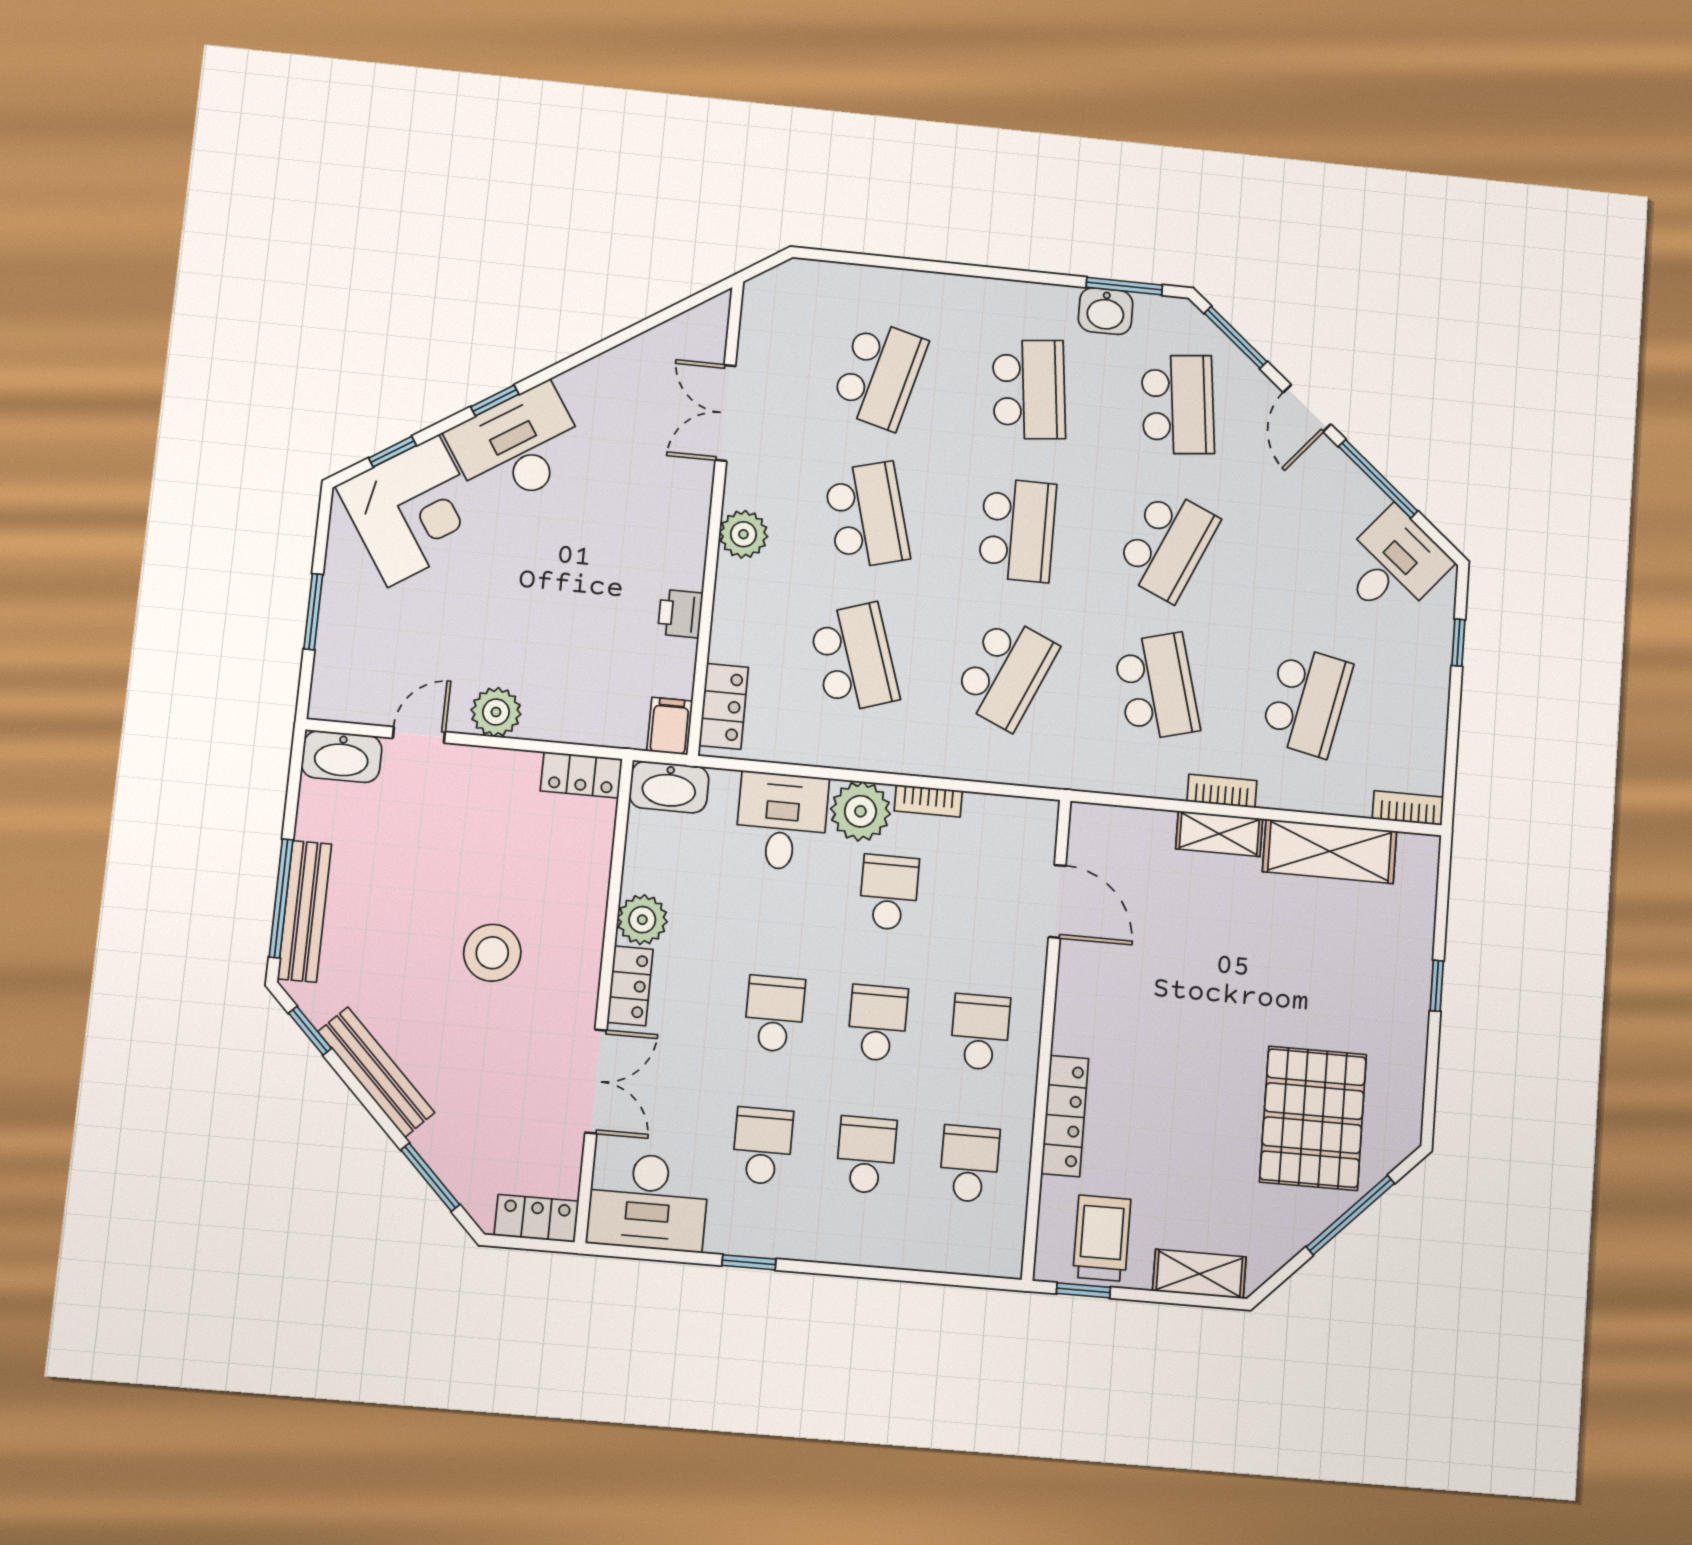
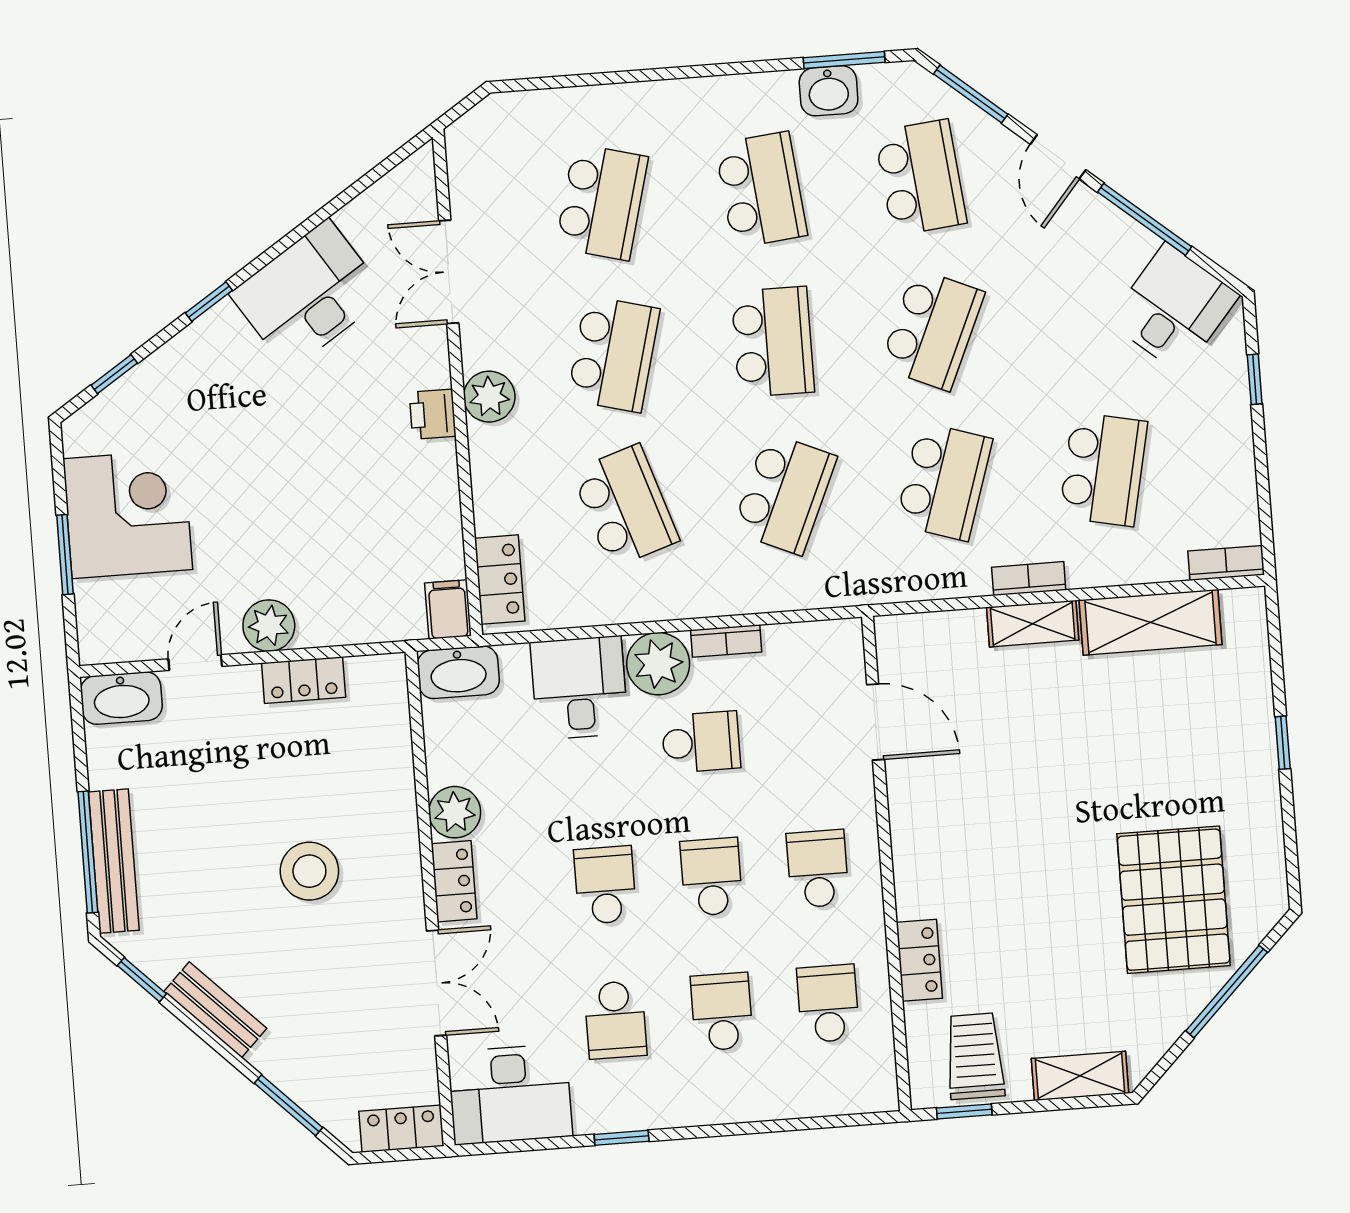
desk: (518, 447) -> (308, 295), moved
corner desk: (413, 511) -> (128, 514), moved, turned -57
school desk: (867, 515) -> (613, 354), turned 30
printer: (680, 614) -> (433, 414), moved
school desk: (1156, 687) -> (944, 482), turned 33
locker: (581, 775) -> (304, 680), moved
school desk: (889, 892) -> (701, 742), turned 90
bench: (376, 1072) -> (215, 1010), width x0.73
locker: (1065, 1116) -> (919, 960), width x0.66
school desk: (762, 1146) -> (616, 1020), turned 180

